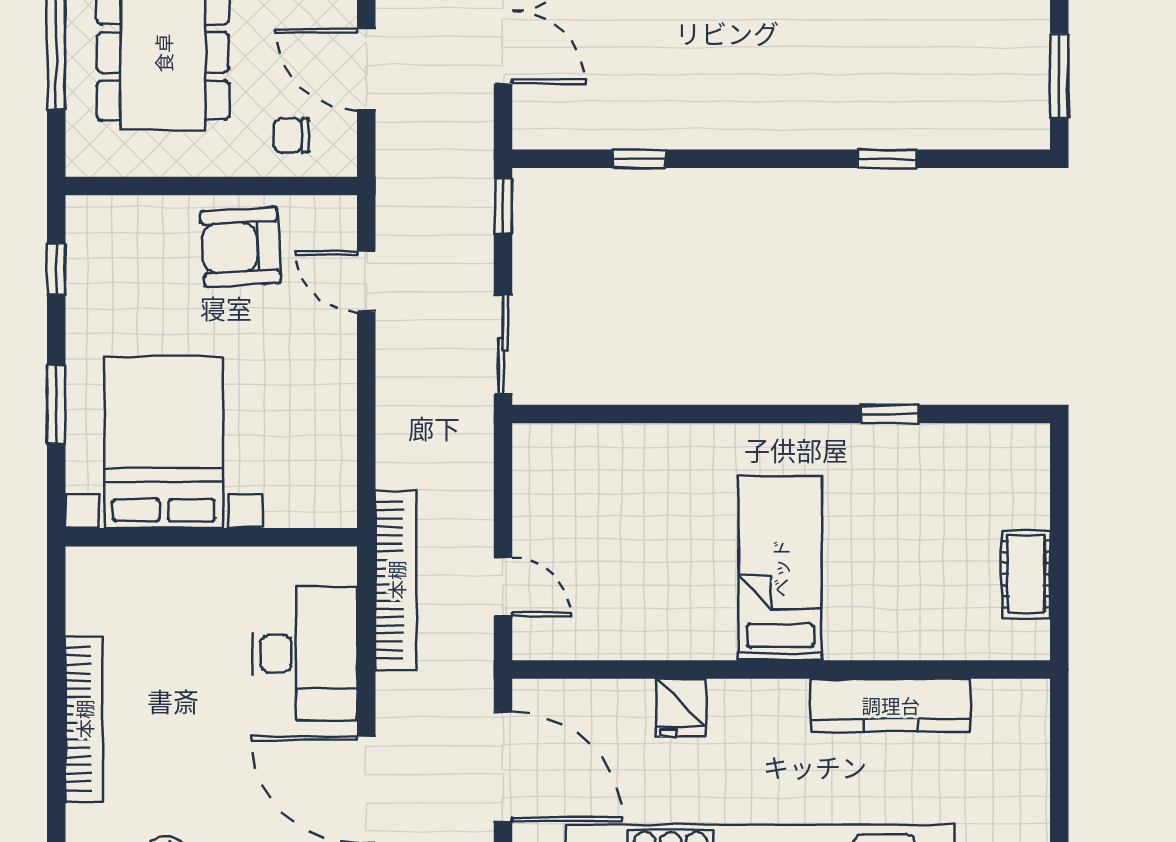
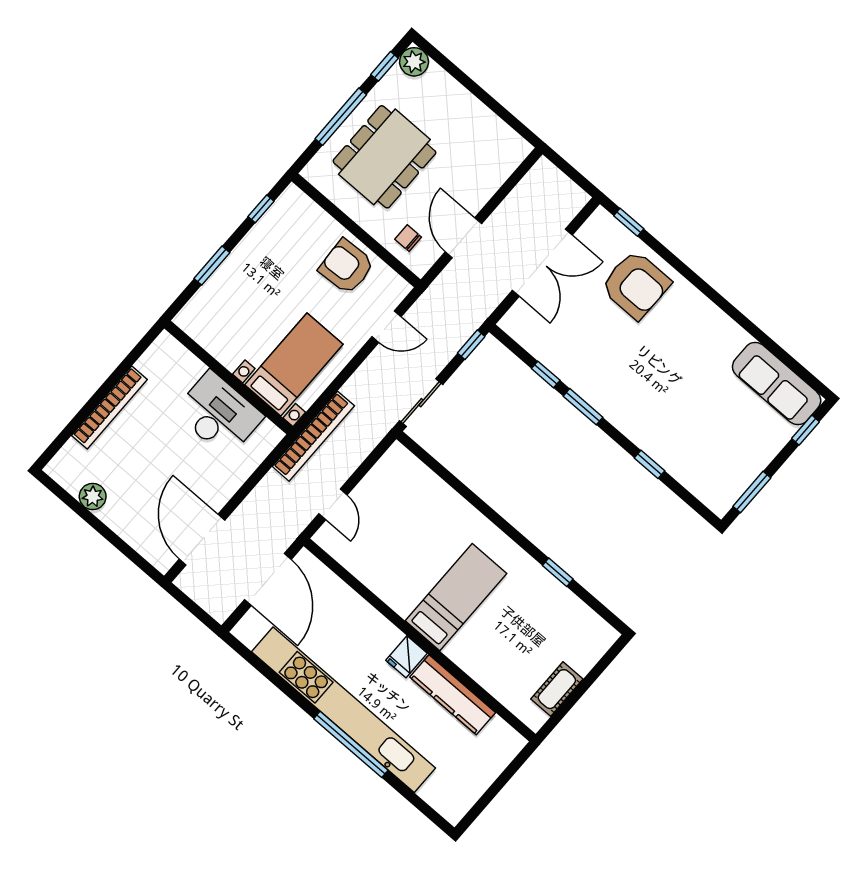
window: (728, 159) -> (583, 407), added
door: (366, 282) -> (386, 327), swing flipped
bed with nightstands: (164, 442) -> (294, 365), moved, width x0.73
bookcase: (396, 580) -> (313, 436), moved
desk: (305, 654) -> (219, 414), moved, turned -90
fridge: (681, 708) -> (406, 657), moved

